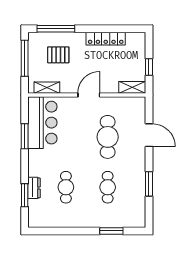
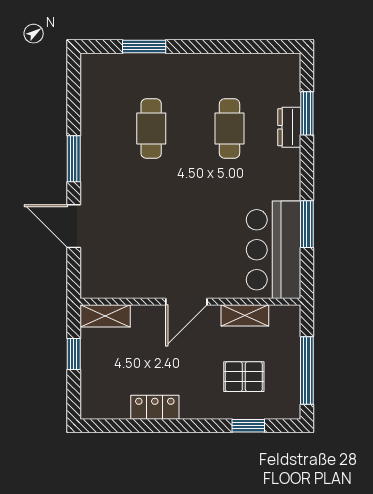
window: (56, 29) -> (248, 426), width x0.46
locker: (106, 39) -> (155, 407), width x0.66
shelving: (47, 88) -> (245, 315), moved
cafe table: (108, 137) -> (151, 223), removed
window: (149, 184) -> (74, 159), moved

